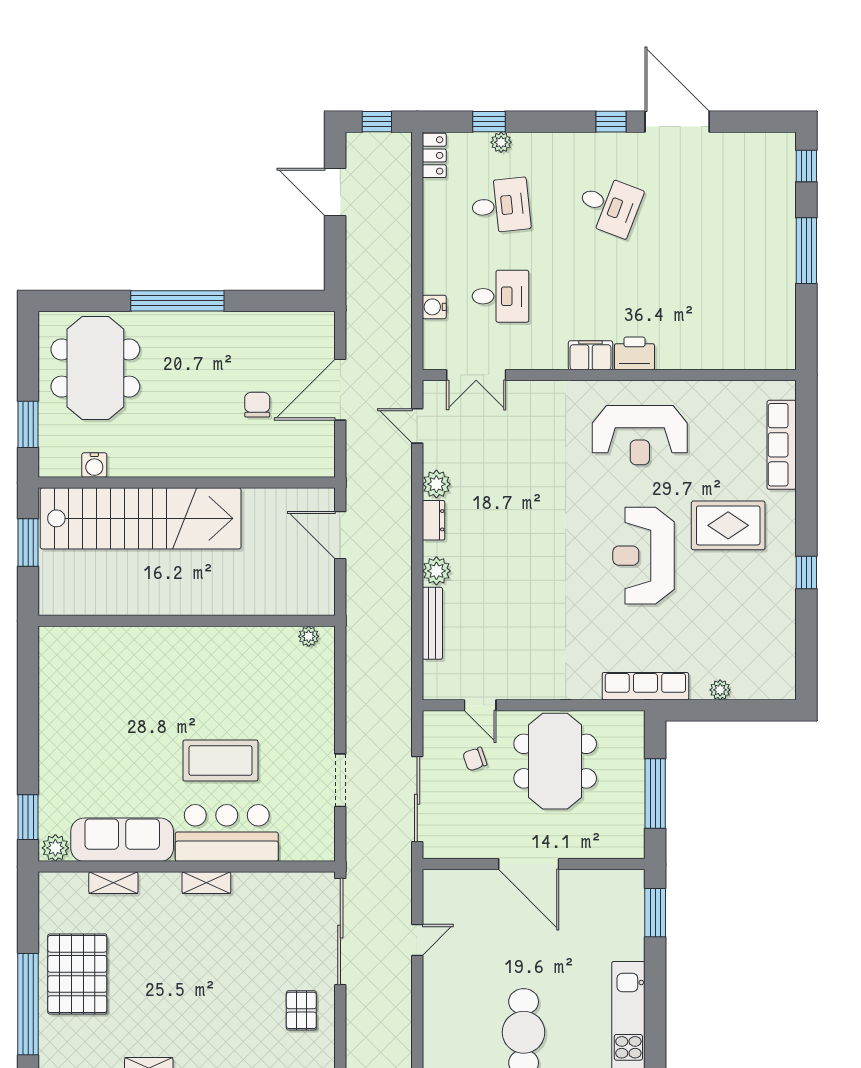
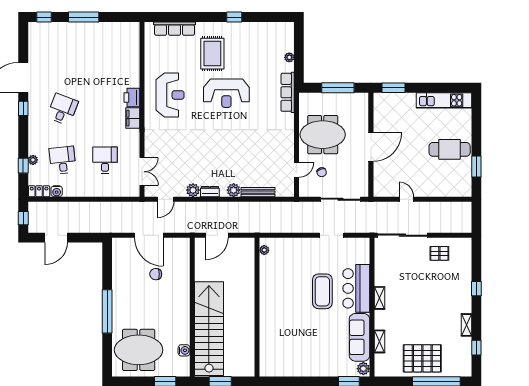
water cooler: (434, 307) -> (57, 191), moved

